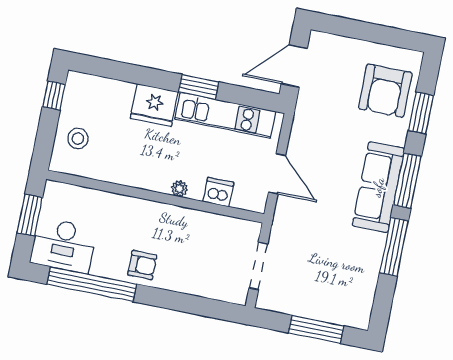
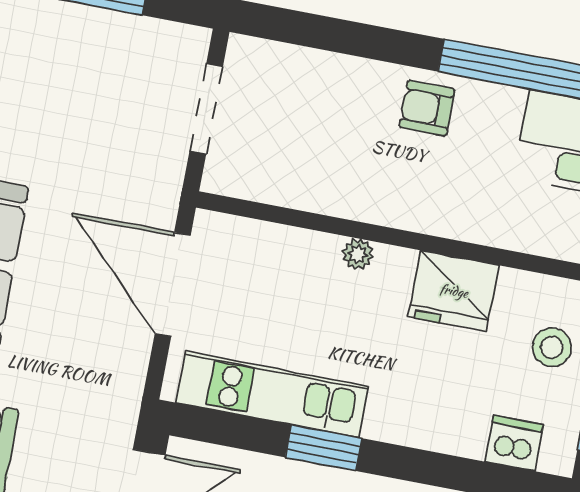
fridge: (154, 105) -> (454, 291), moved, turned 180
door: (277, 174) -> (173, 284), width x1.36
dishwasher: (218, 192) -> (514, 443), moved, turned 180

